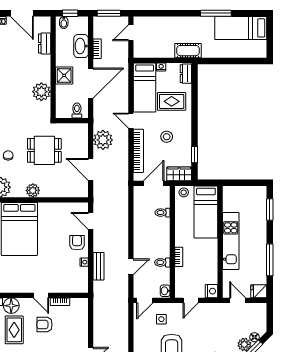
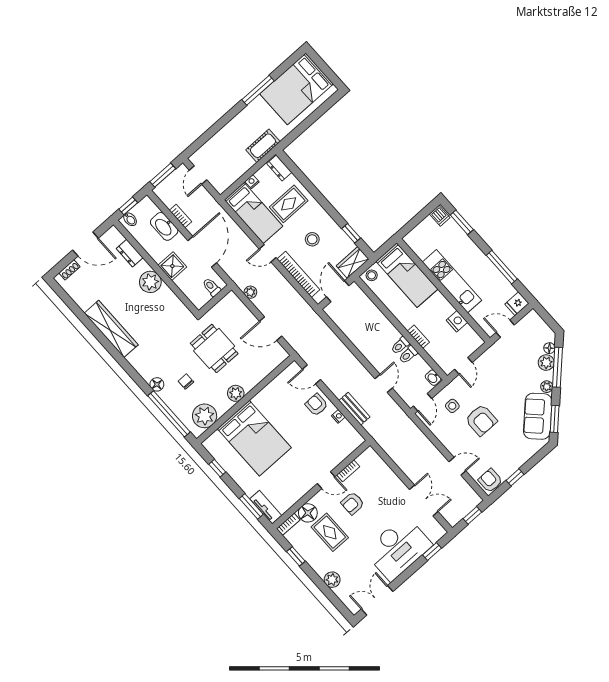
bed: (241, 28) -> (297, 89), width x1.50
plant: (41, 92) -> (150, 282), moved
plant: (103, 140) -> (250, 292), width x0.53, depth x0.53
dining table: (44, 150) -> (214, 348), turned 90
dishwasher: (260, 193) -> (440, 216), added
toilet: (163, 213) -> (400, 345), moved
nightstand: (212, 291) -> (457, 321), moved

